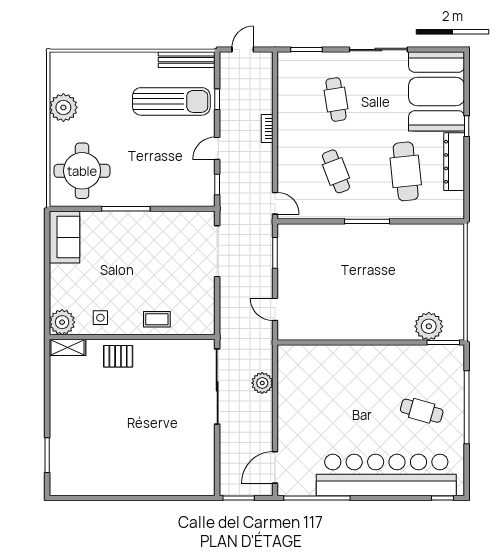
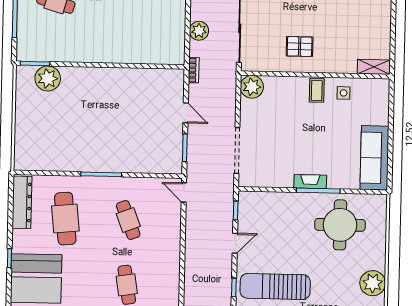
bookcase: (267, 129) -> (194, 70), moved
dresser: (454, 162) -> (22, 202), moved
round table: (82, 171) -> (340, 225), moved
fireplace: (135, 219) -> (310, 182), added
sofa: (64, 237) -> (374, 158), width x1.36
door: (275, 309) -> (186, 113), moved
coffee table: (157, 319) -> (317, 90), moved, turned 90
plant: (62, 322) -> (252, 87), moved
pallet: (118, 356) -> (300, 47), moved

